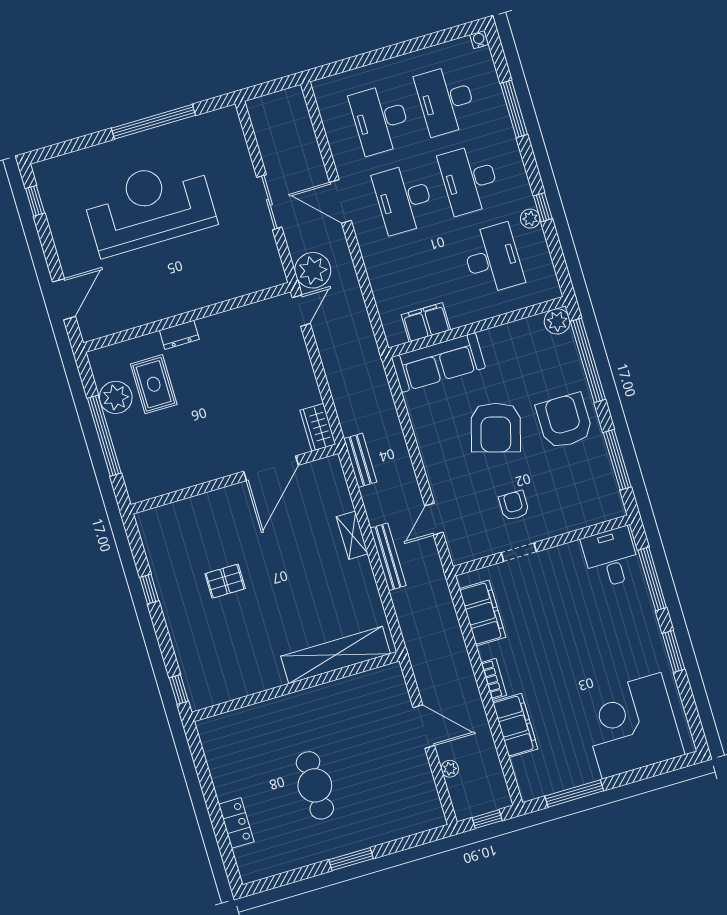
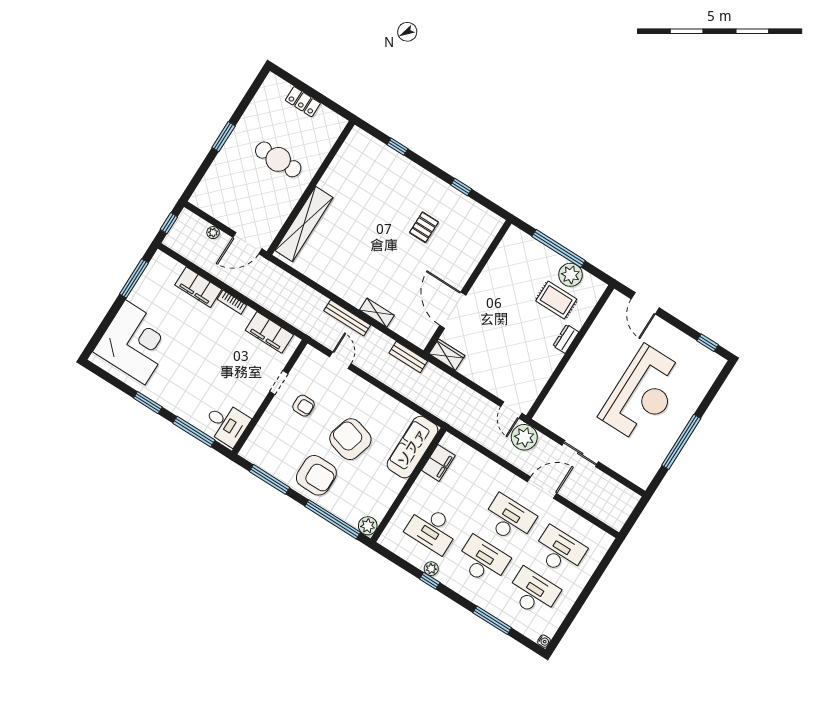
shelving: (336, 655) -> (304, 224), moved
wall: (296, 687) -> (311, 188), moved

